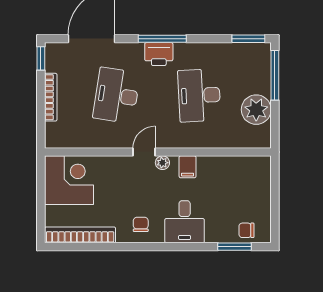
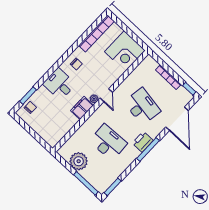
filing cabinet: (188, 167) -> (82, 108), width x2.00

